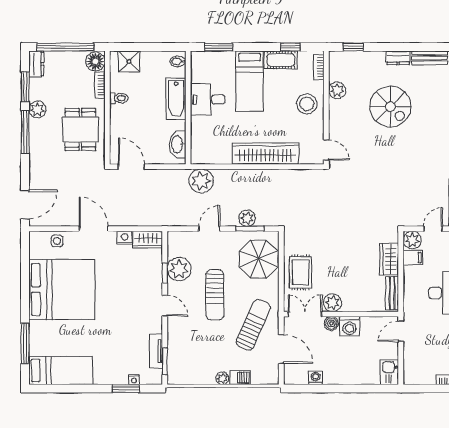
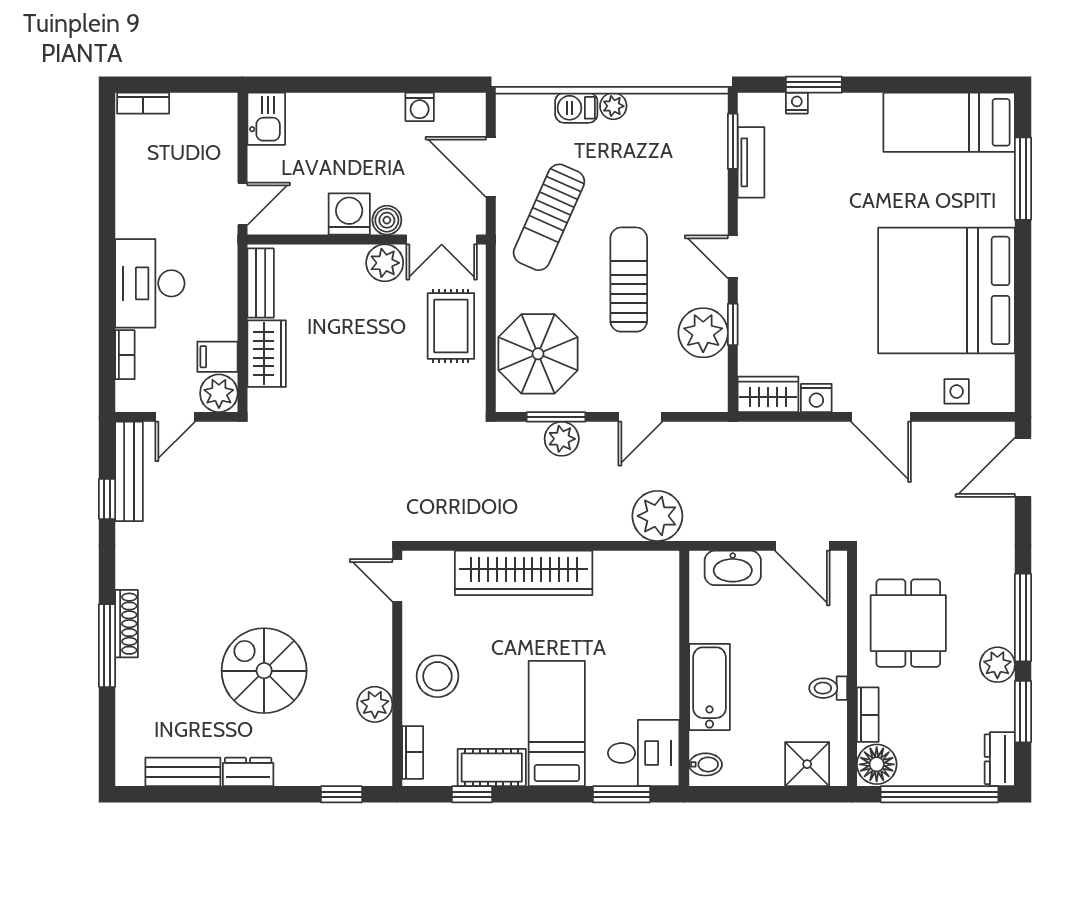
desk: (208, 99) -> (644, 753), moved
washbasin: (177, 144) -> (733, 568), moved, turned 90

